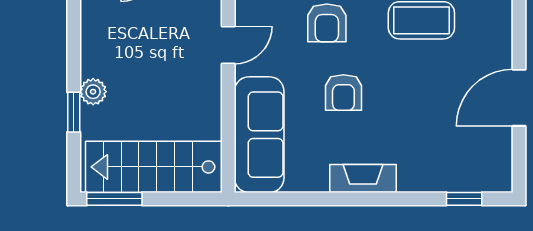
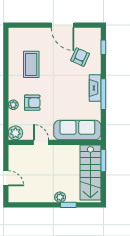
armchair: (343, 93) -> (80, 57), moved, turned -66
window: (114, 199) -> (103, 161), moved
window: (348, 199) -> (103, 94), added

